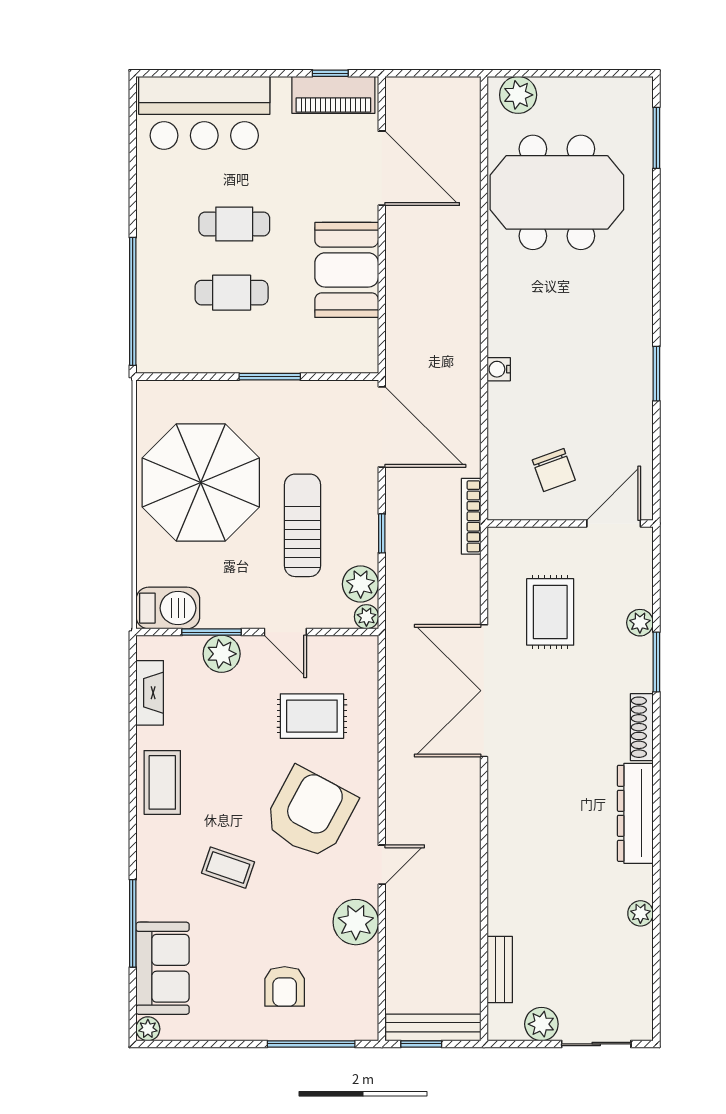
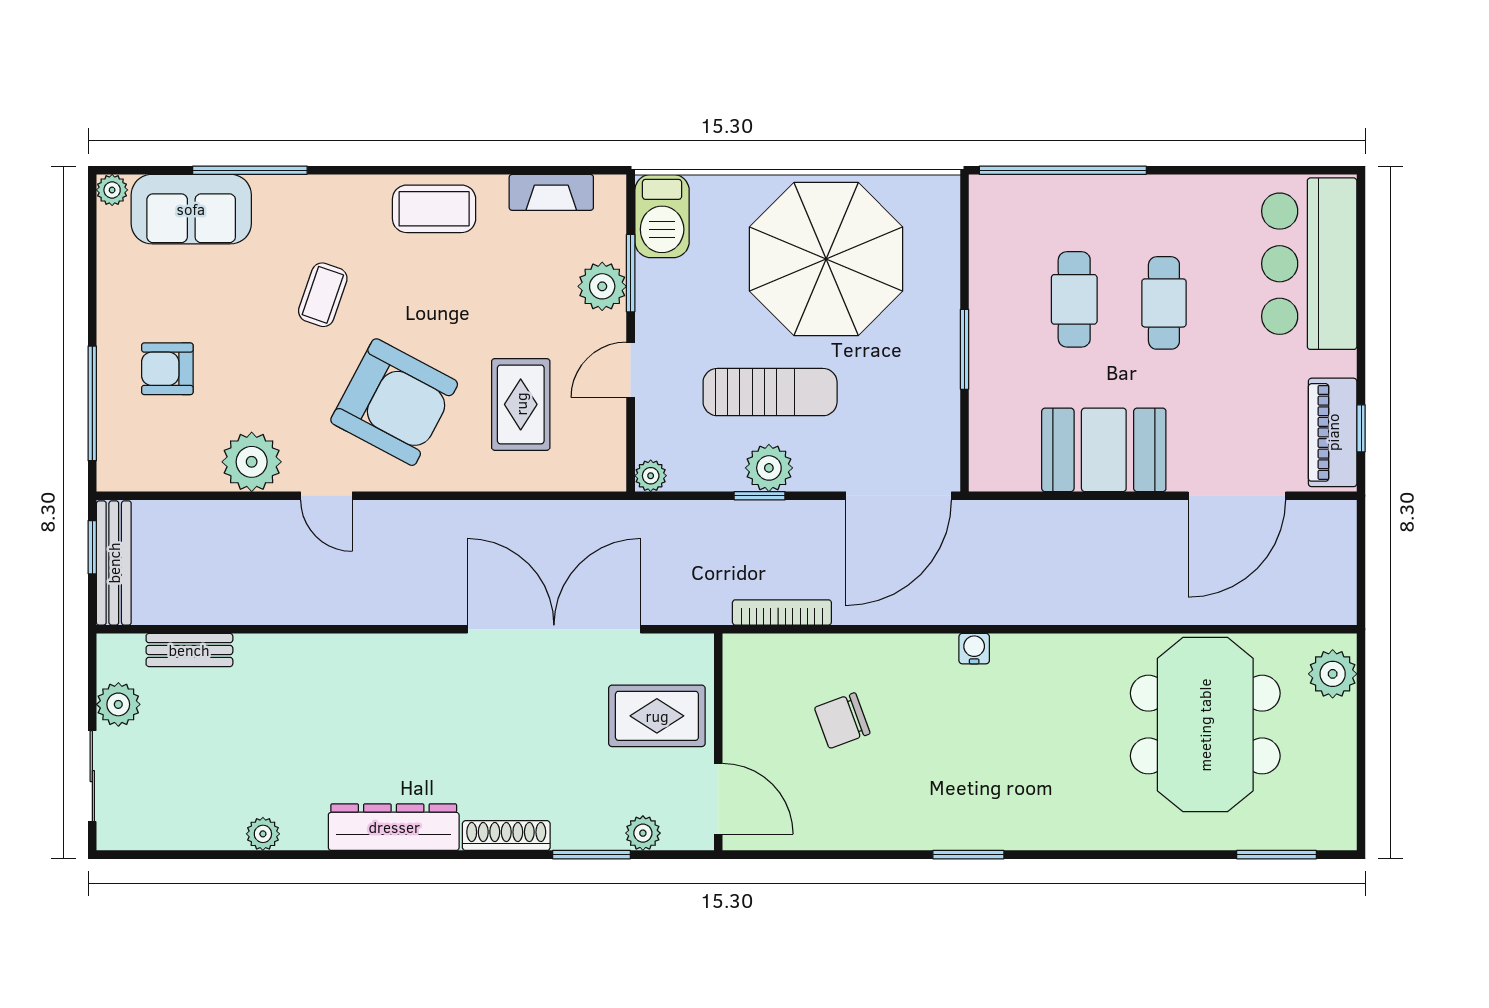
wall: (570, 523) -> (718, 742), moved
door: (614, 523) -> (718, 799), moved
plant: (361, 584) -> (769, 468), moved

